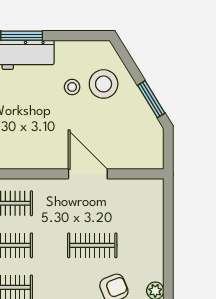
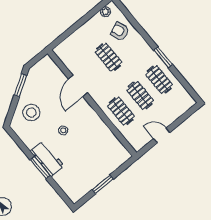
stool: (72, 87) -> (63, 130), moved

